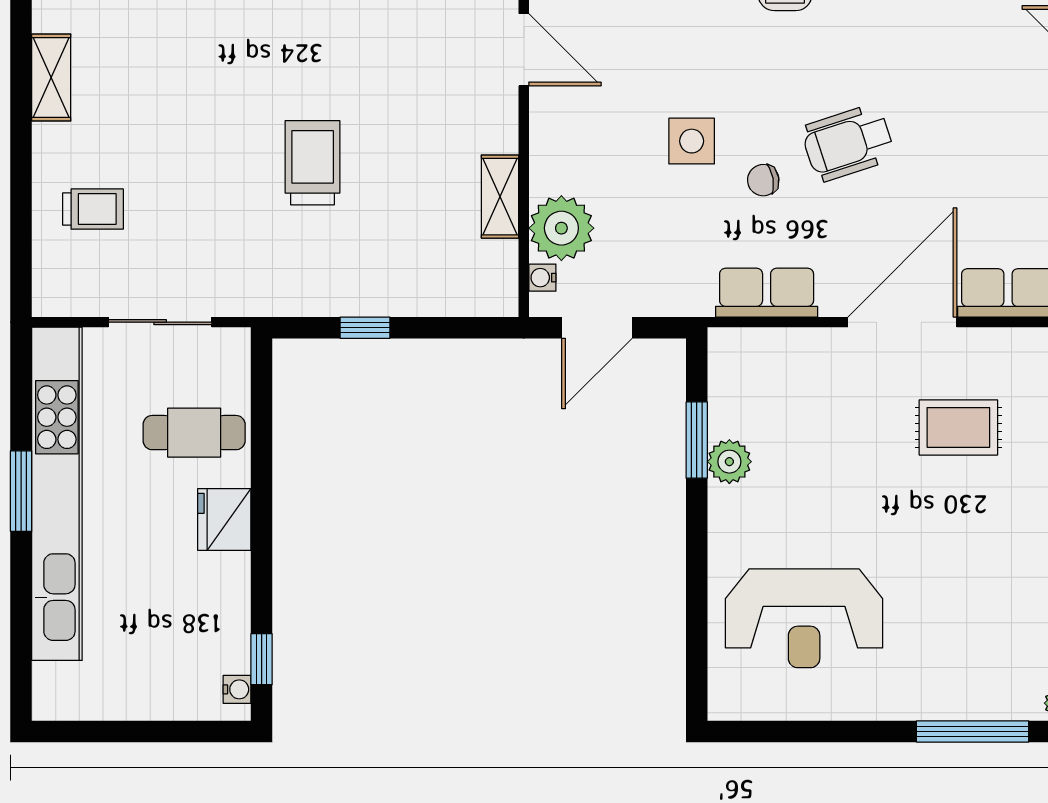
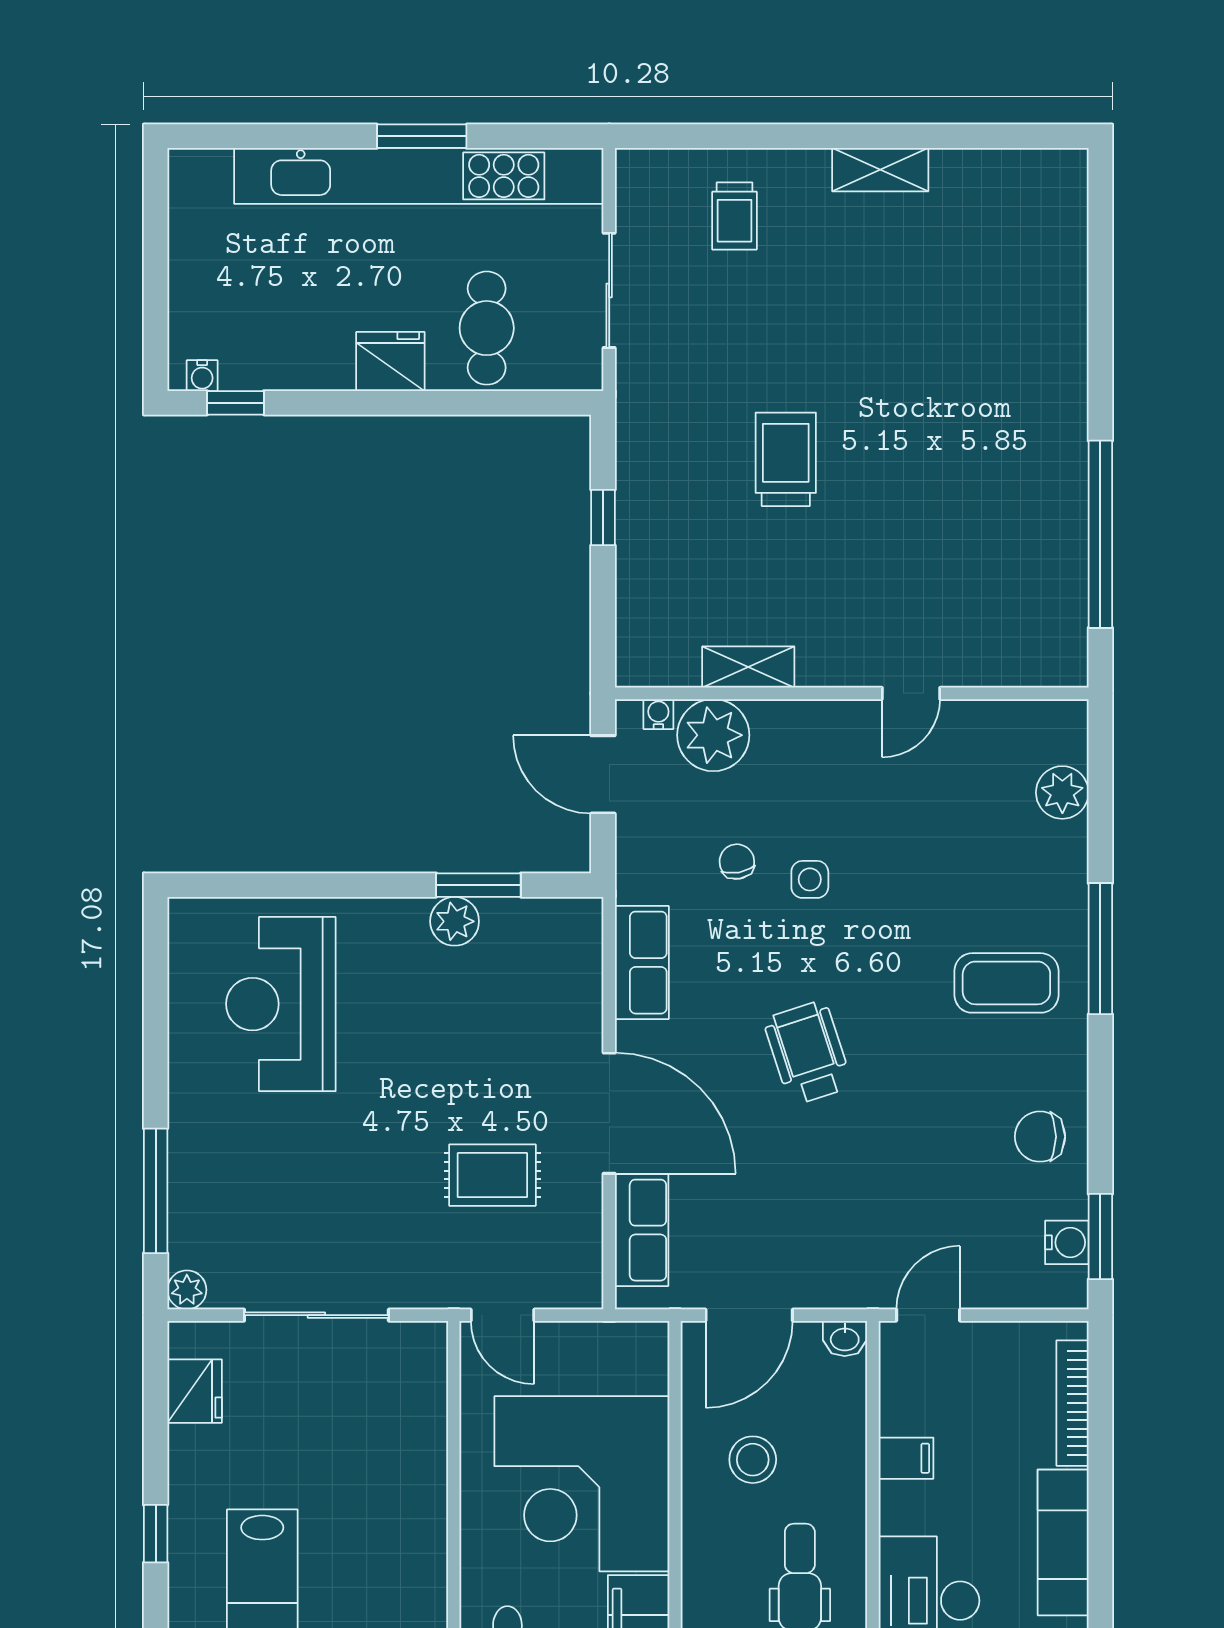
door: (524, 50) -> (911, 693), width x0.73
side table: (692, 141) -> (810, 879), width x0.73, depth x0.73
trolley: (313, 163) -> (786, 459), turned -90
chair: (763, 180) -> (737, 862), moved
rug: (958, 427) -> (492, 1175), turned 90

